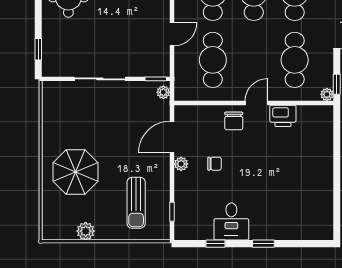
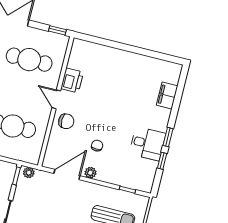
plant: (327, 94) -> (64, 40), removed
door: (172, 137) -> (67, 175), swing flipped
filing cabinet: (293, 231) -> (167, 96), added
window: (263, 244) -> (168, 137), moved

